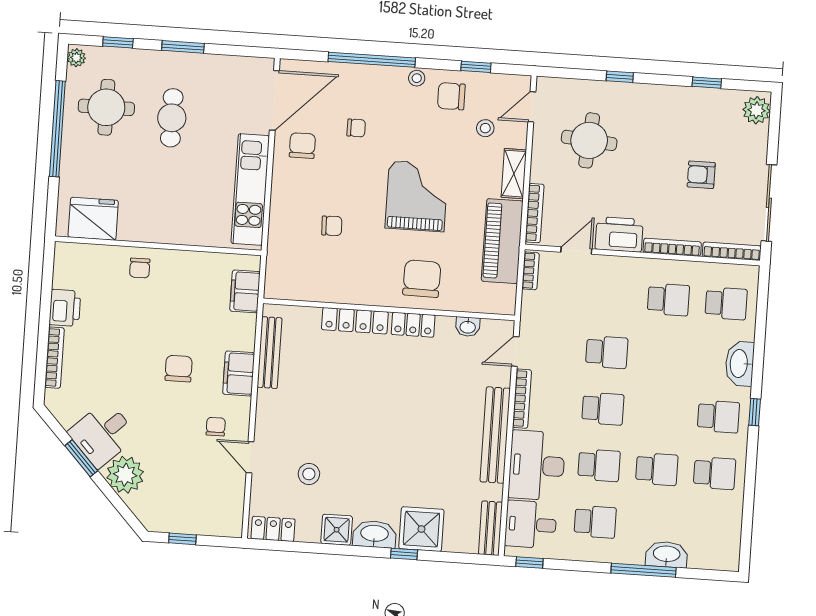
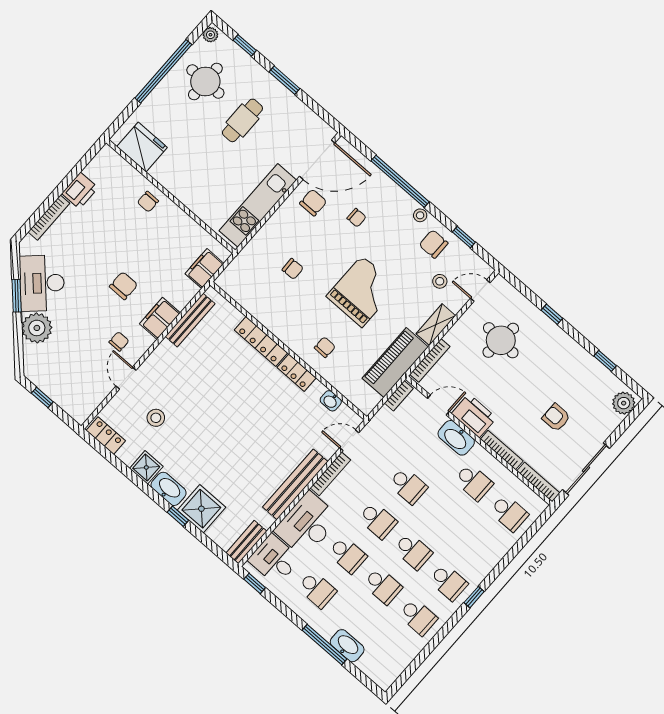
chair: (422, 279) -> (325, 347), width x0.54, depth x0.54
washbasin: (740, 364) -> (456, 438), moved, turned -90
school desk: (661, 413) -> (413, 551), added
desk: (103, 434) -> (42, 283), width x1.37

